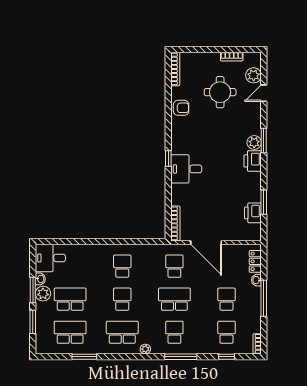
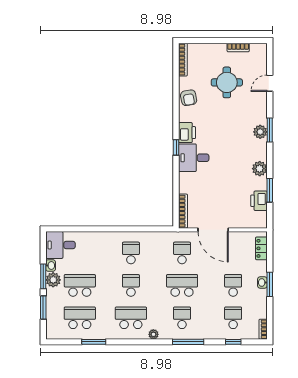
plant: (254, 75) -> (260, 169), moved
armchair: (181, 108) -> (189, 98), turned 79
printer: (253, 161) -> (187, 133), moved, turned 180
washbasin: (256, 280) -> (262, 283), moved
window: (264, 298) -> (270, 284), width x0.69

